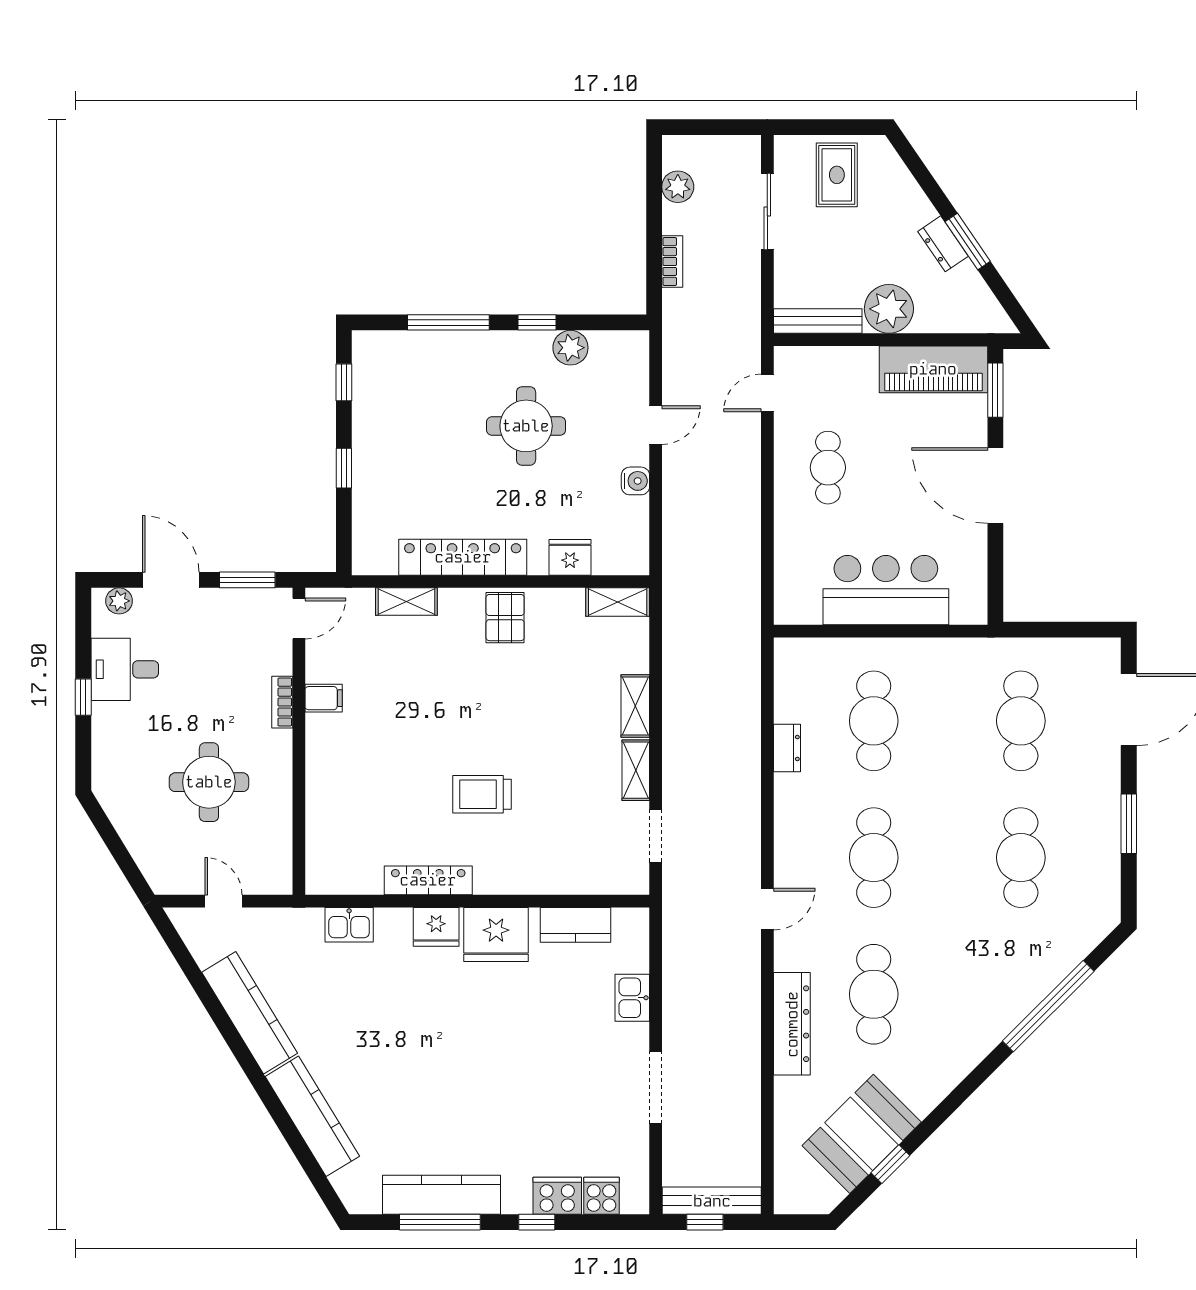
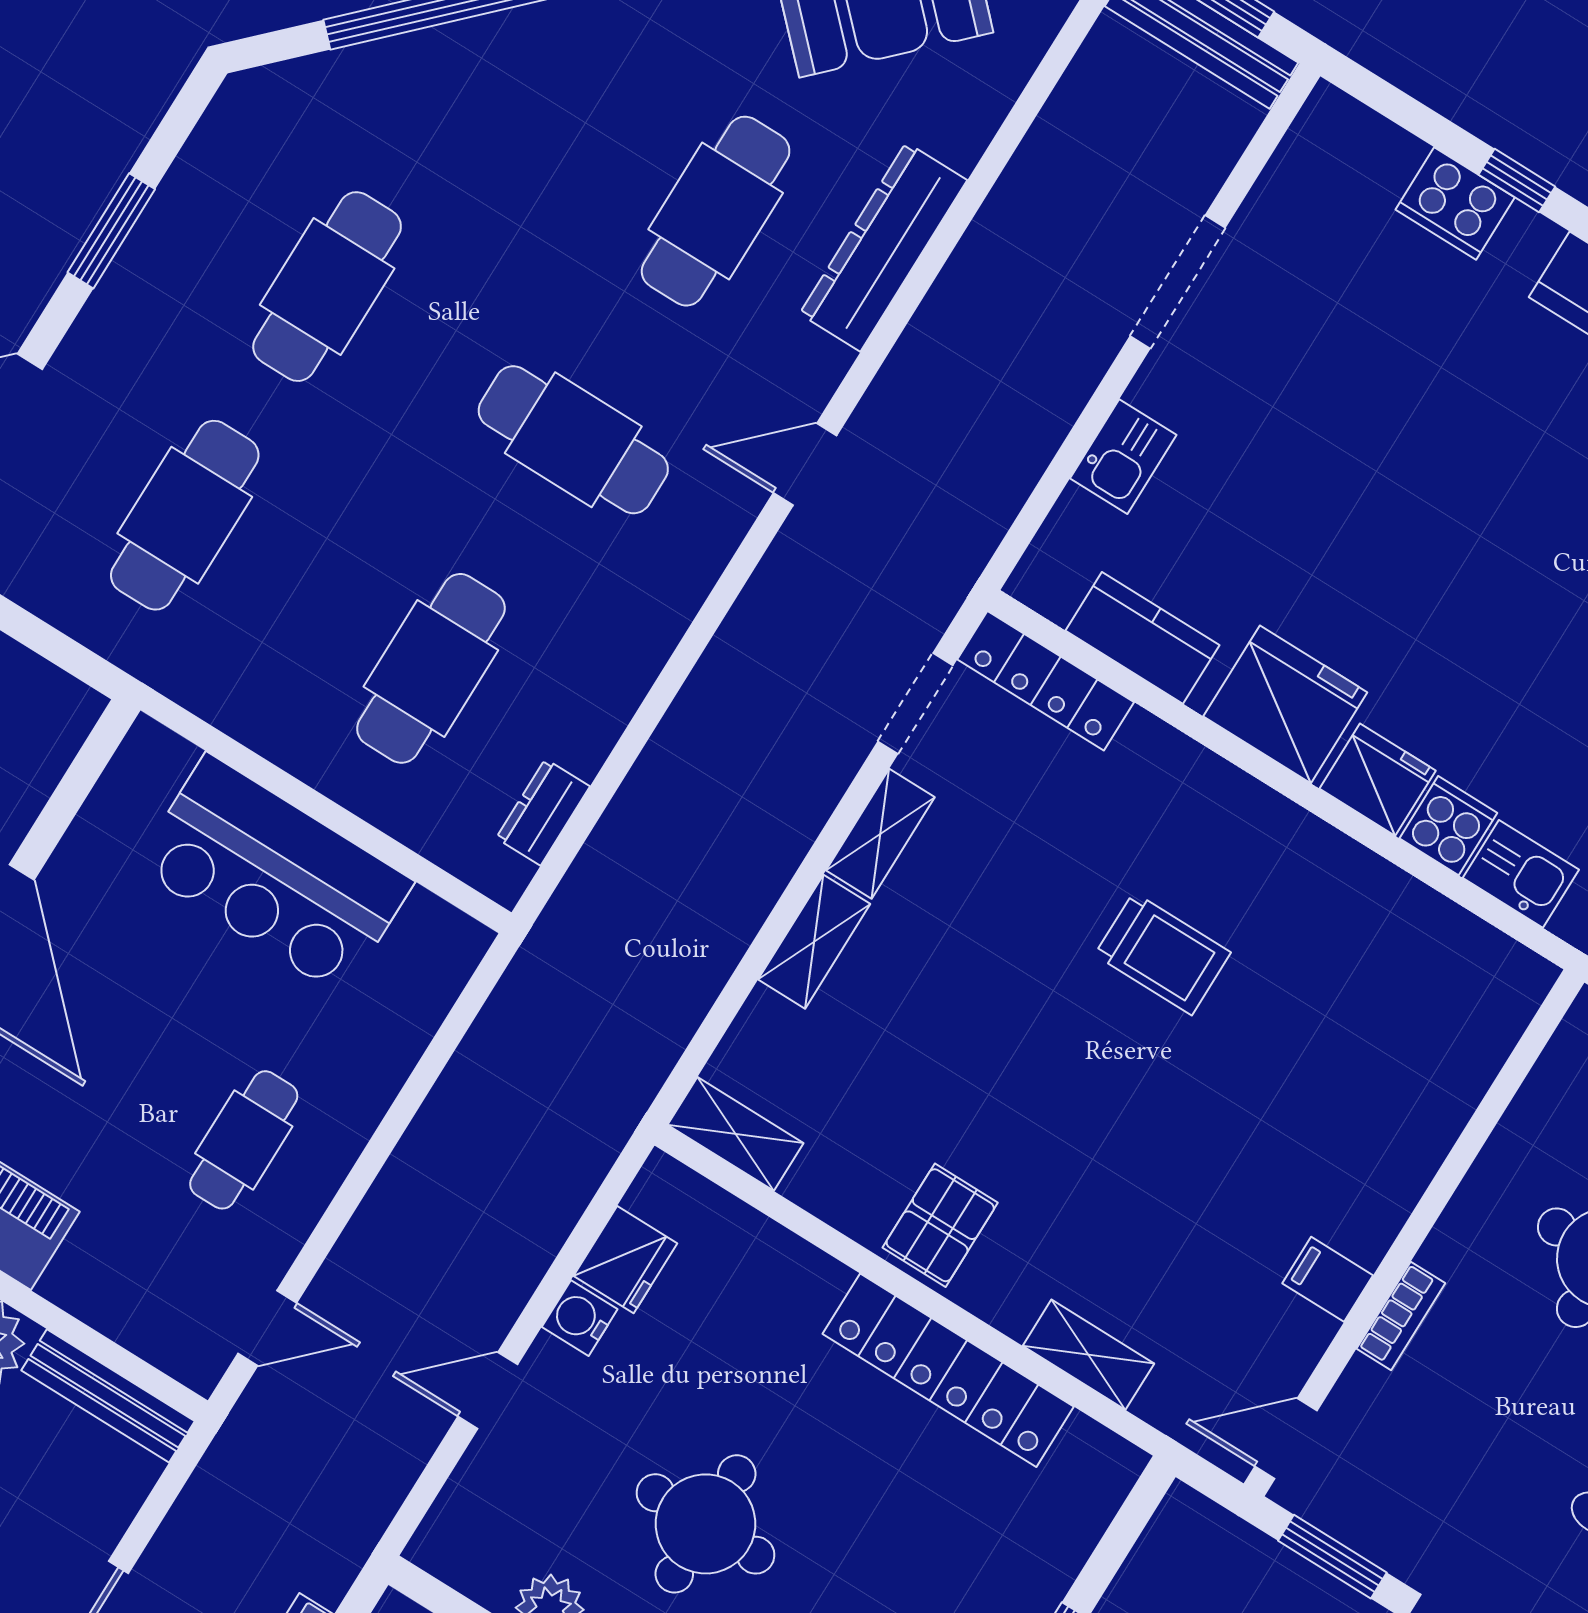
fridge: (570, 557) -> (625, 1260), moved, turned -90
dresser: (787, 748) -> (543, 812), moved
cafe table: (874, 858) -> (573, 440), turned 90
locker: (428, 880) -> (1046, 681), moved
cooker: (601, 1196) -> (1448, 826), moved, turned 180

